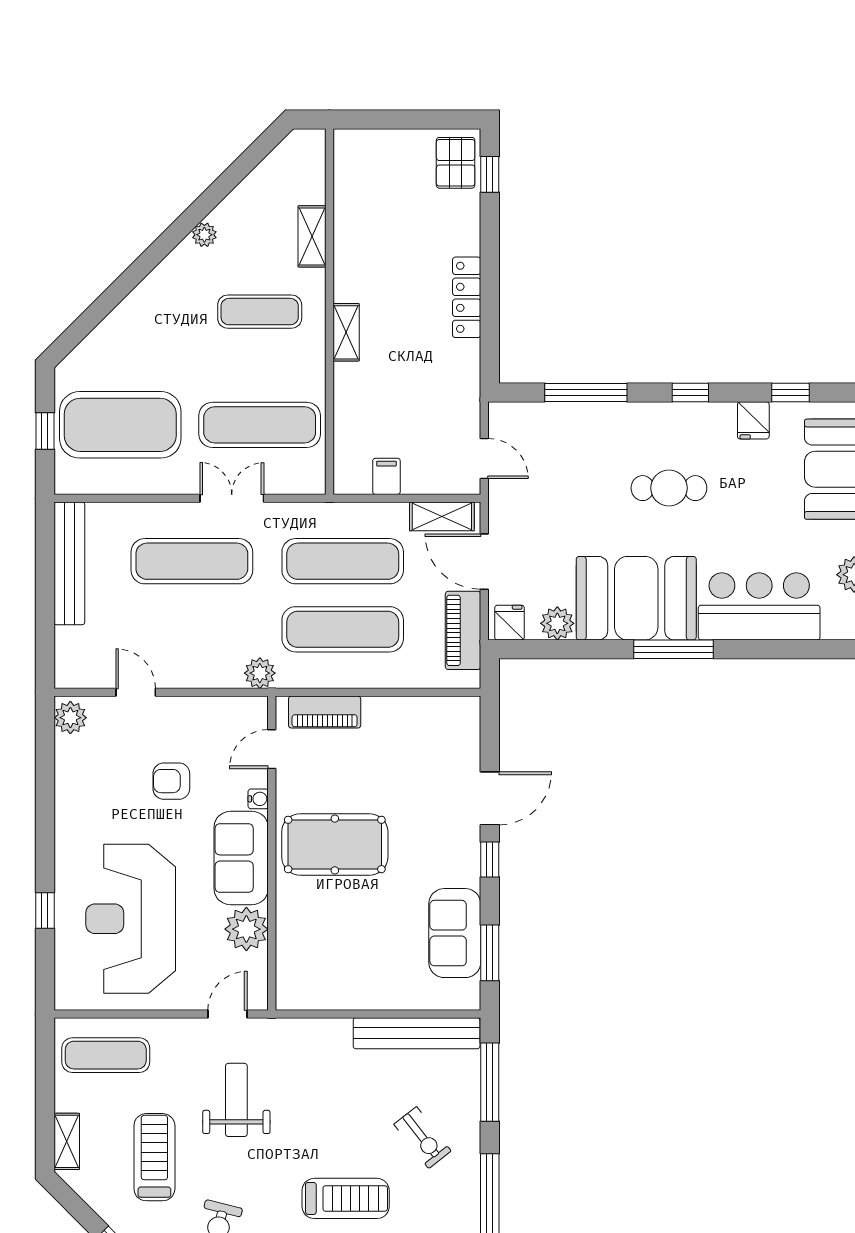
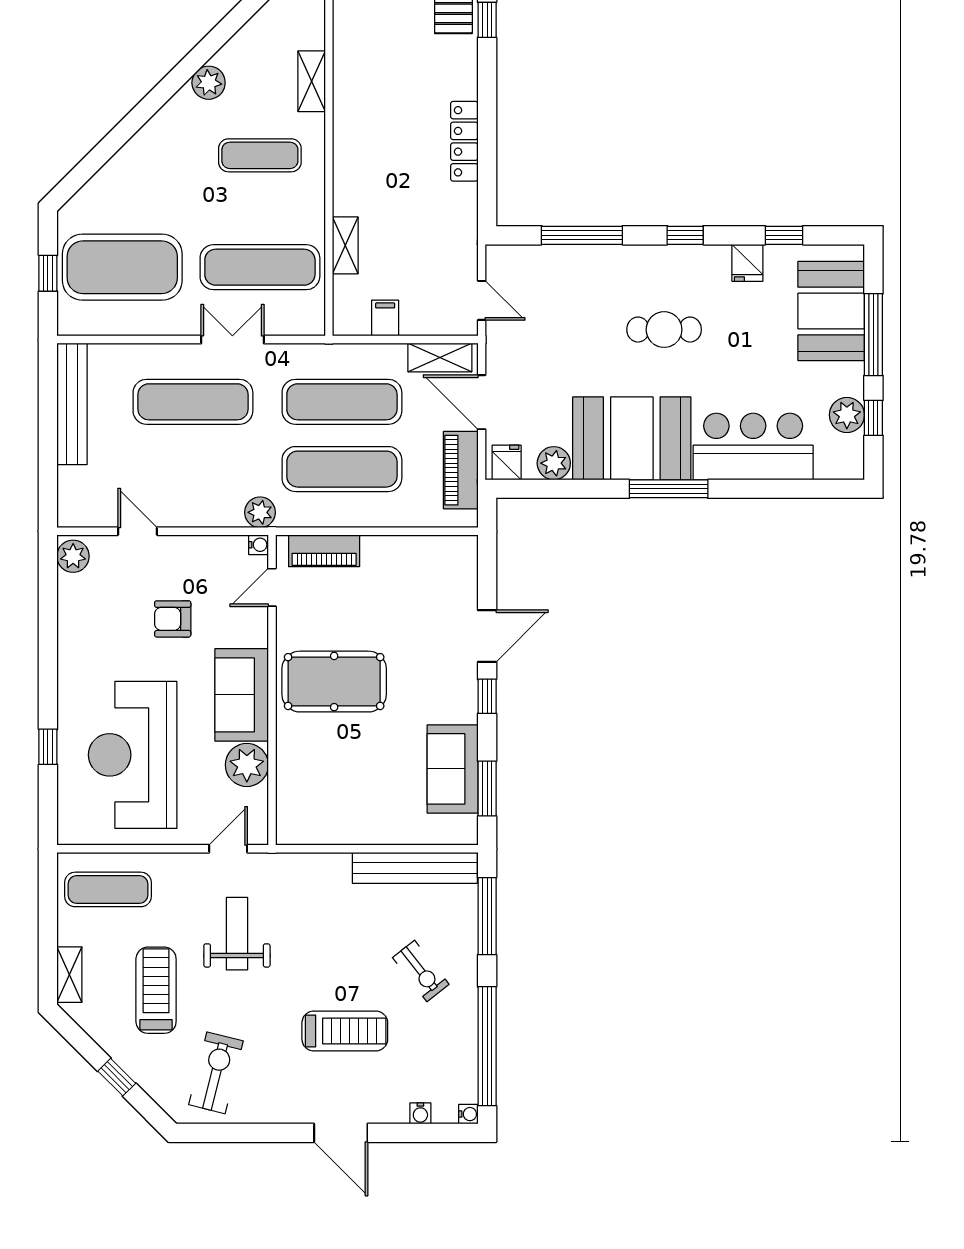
plant: (204, 235) -> (209, 83), width x1.38, depth x1.38
shelving: (346, 332) -> (345, 245), moved
water cooler: (258, 799) -> (258, 545), moved

